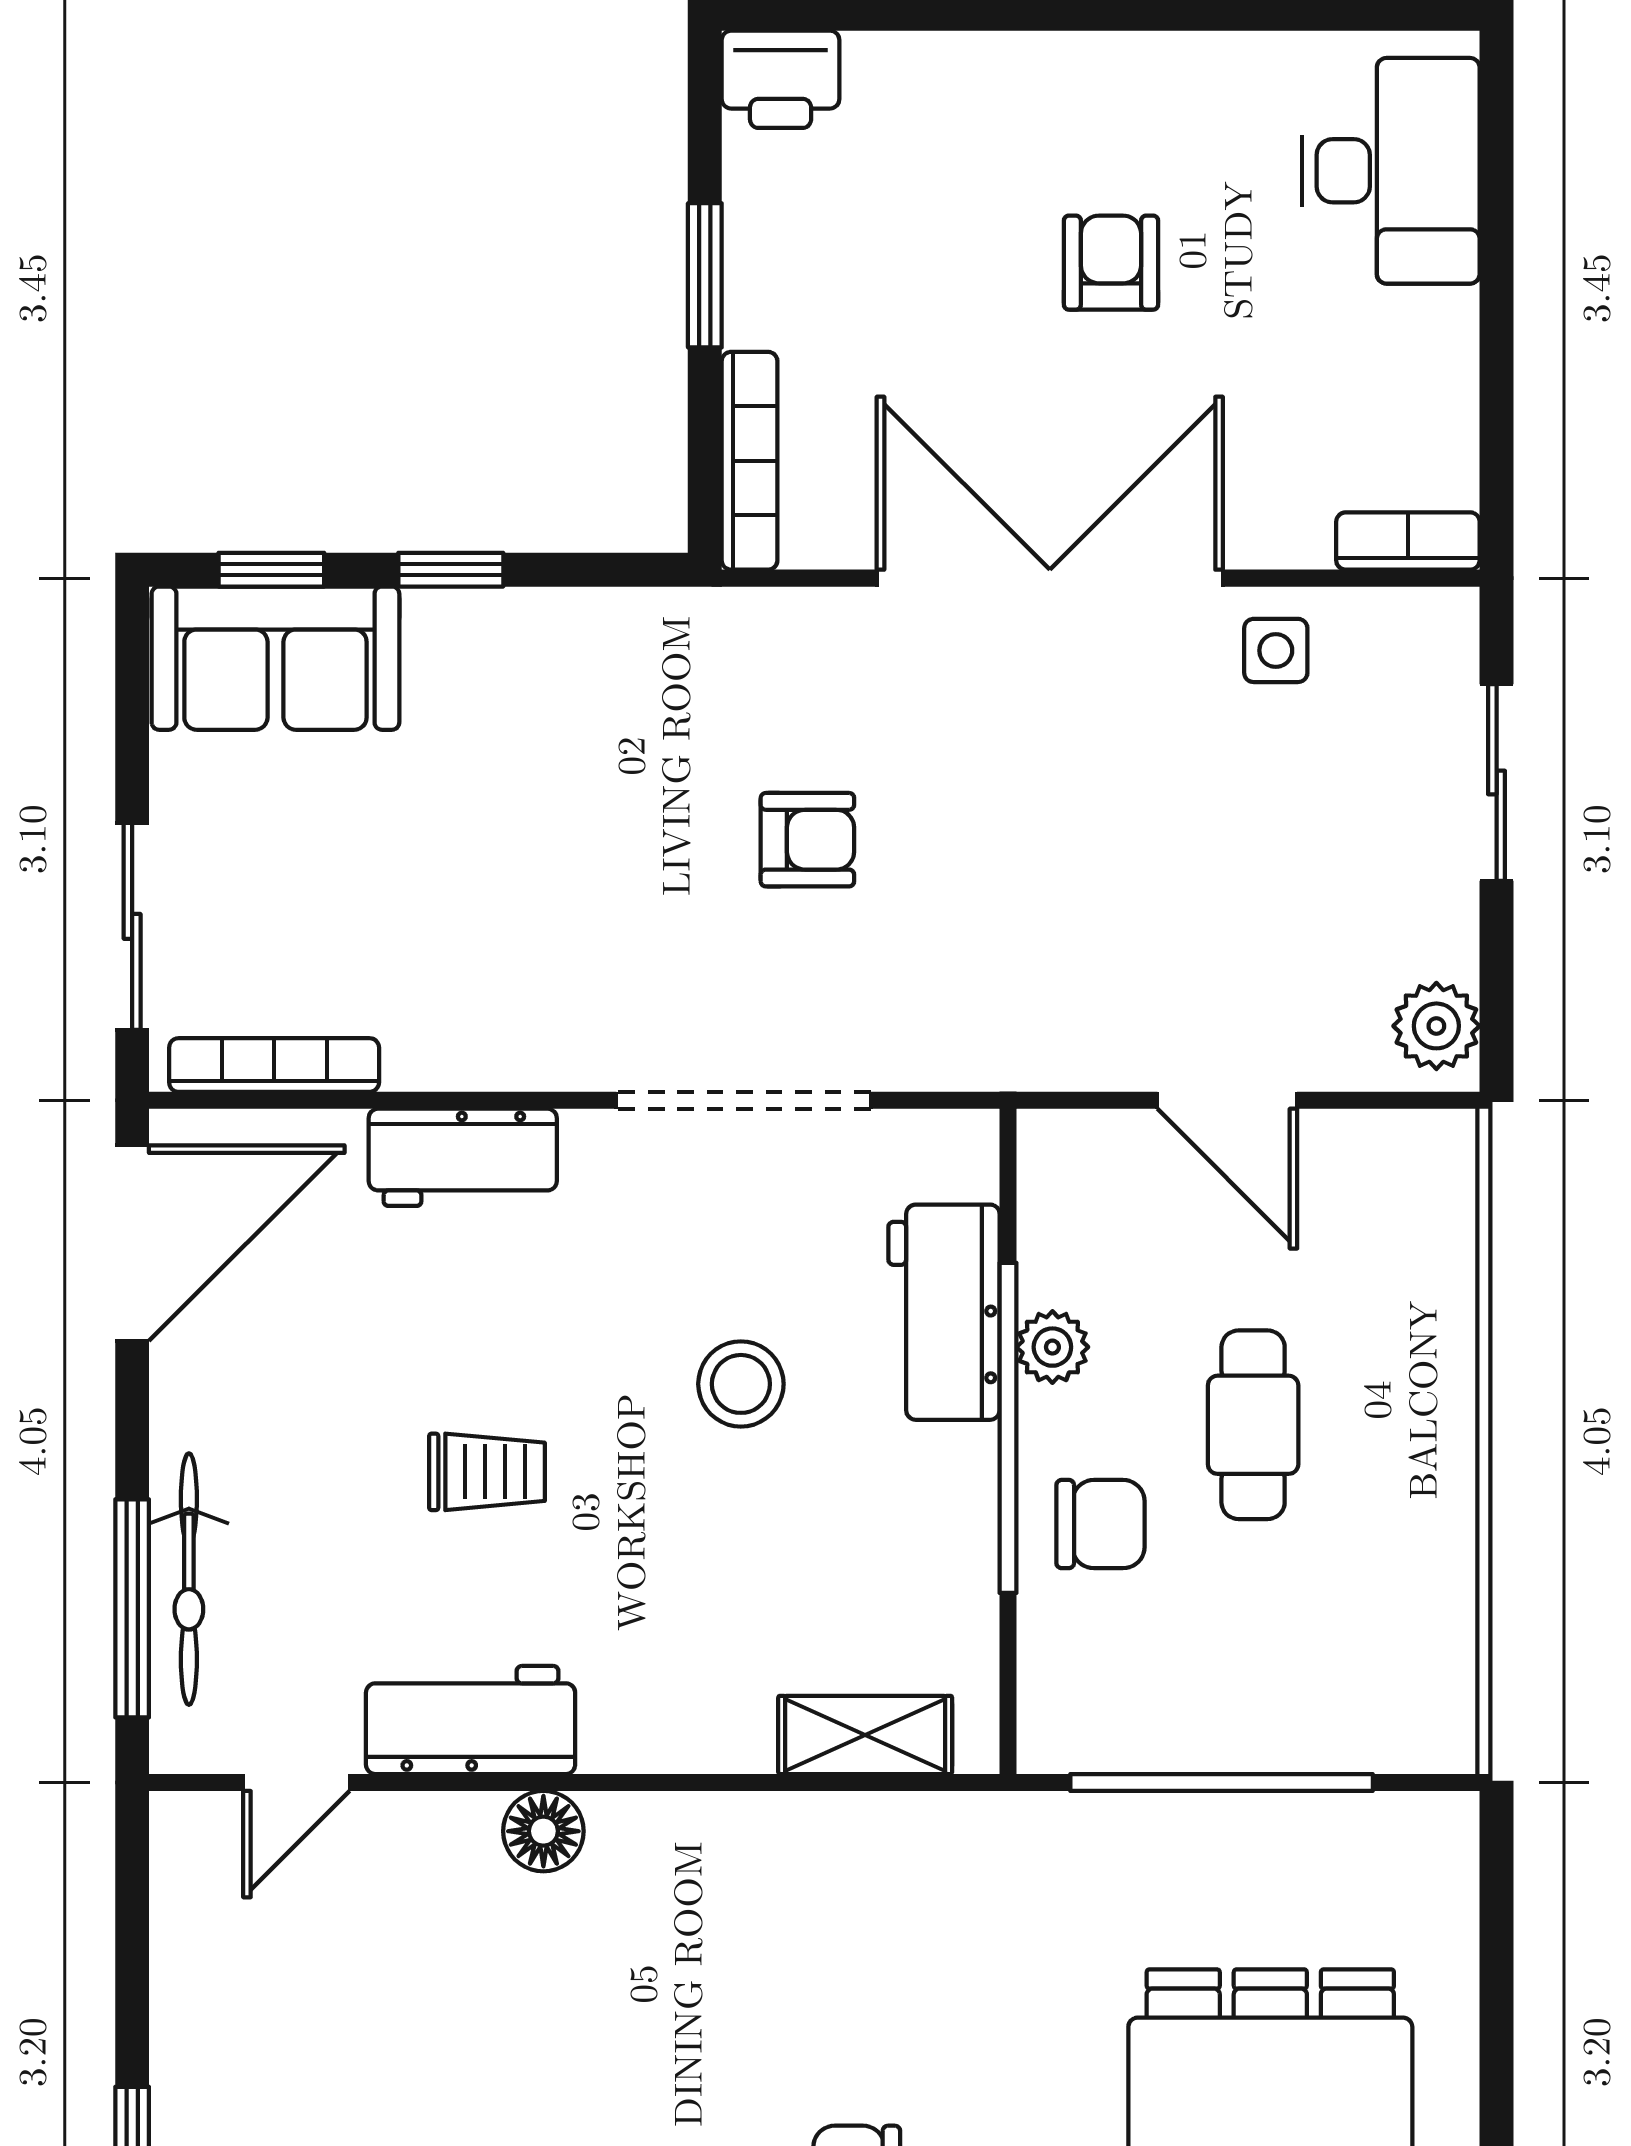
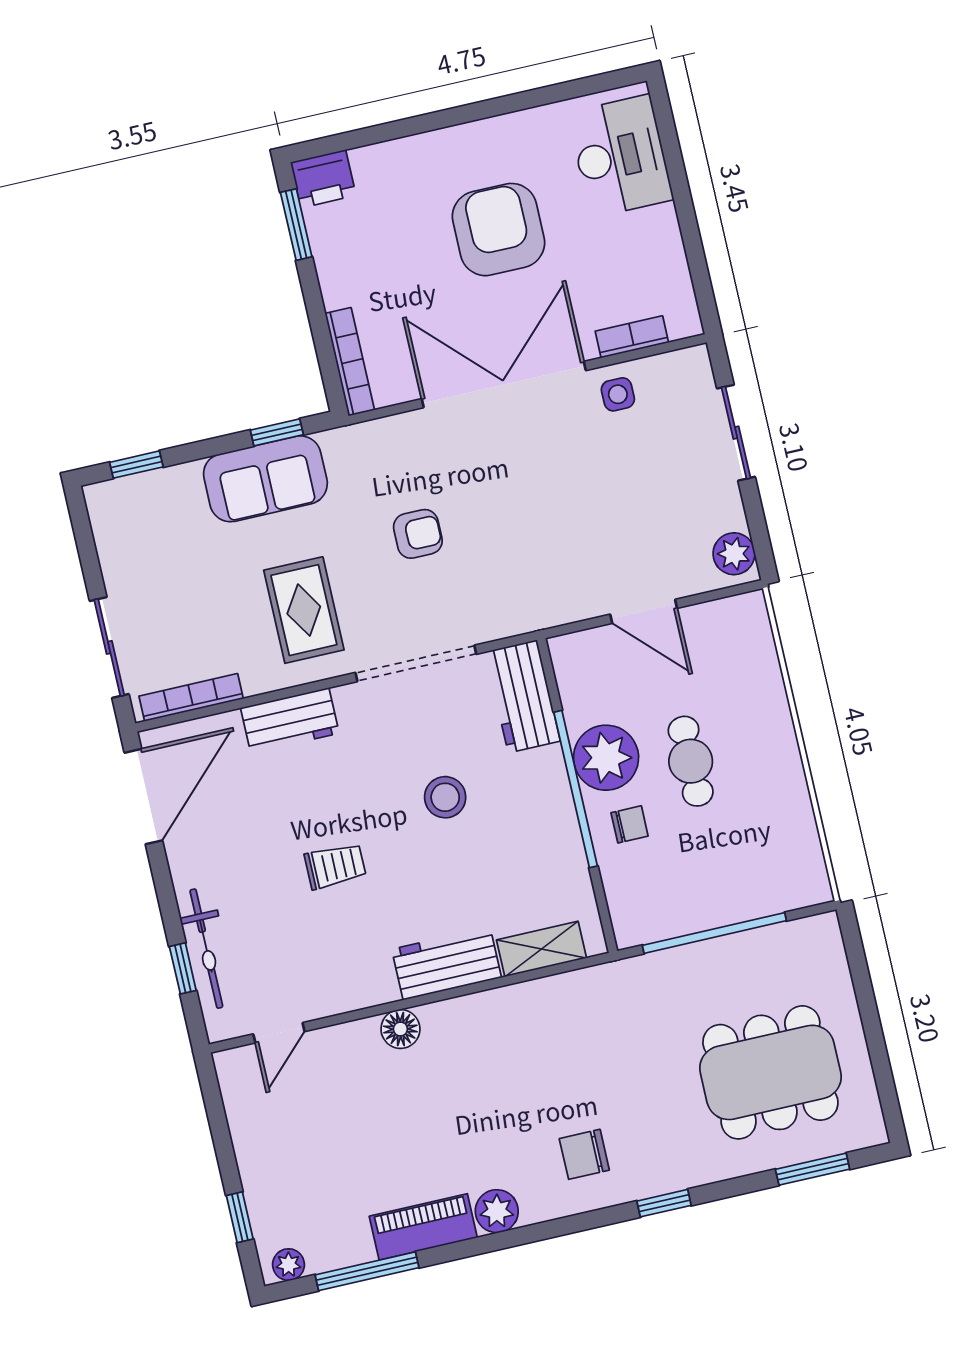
armchair: (1111, 263) -> (498, 230), width x1.88, depth x1.88
window: (705, 275) -> (296, 225), moved
bookcase: (1408, 541) -> (632, 337), moved
window: (451, 570) -> (277, 432), moved
sofa: (275, 658) -> (265, 479), moved
rug: (542, 941) -> (304, 610), added
workbench: (944, 1312) -> (523, 696), moved
plant: (1052, 1347) -> (606, 758), width x1.88, depth x1.88
chair: (1101, 1524) -> (630, 824), width x0.73, depth x0.73
window: (132, 1608) -> (183, 968), width x0.46
workbench: (471, 1720) -> (447, 963), moved

